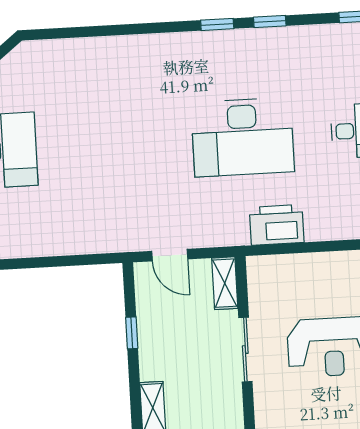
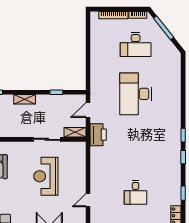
desk: (243, 137) -> (136, 94), moved
printer: (277, 225) -> (98, 135), moved

